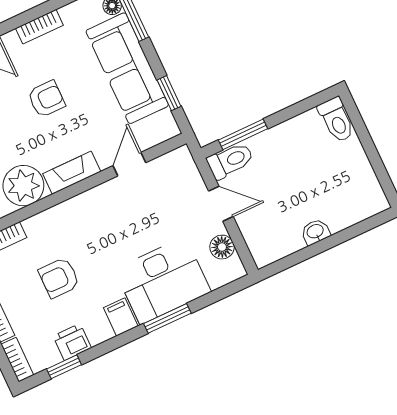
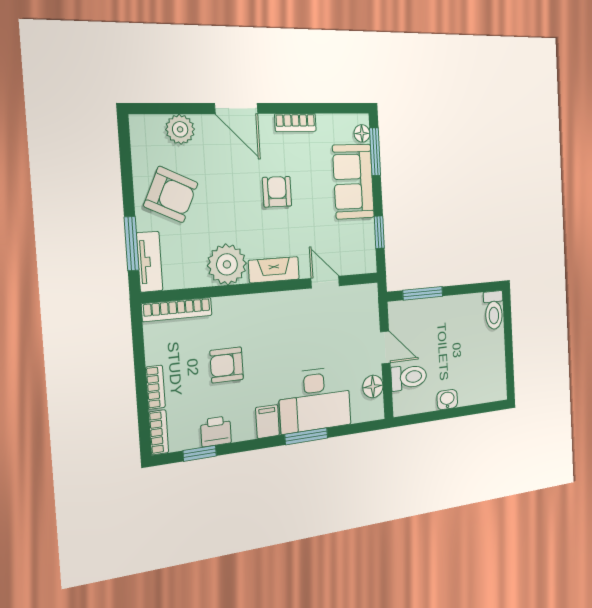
sofa: (127, 68) -> (353, 181), width x0.73
armchair: (46, 99) -> (277, 192), turned -90
toilet: (230, 161) -> (409, 377), moved
door: (129, 164) -> (325, 282), hinge flipped

